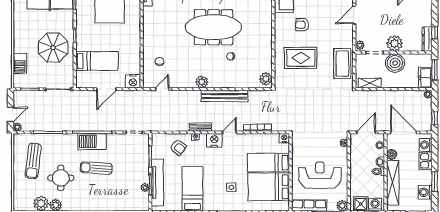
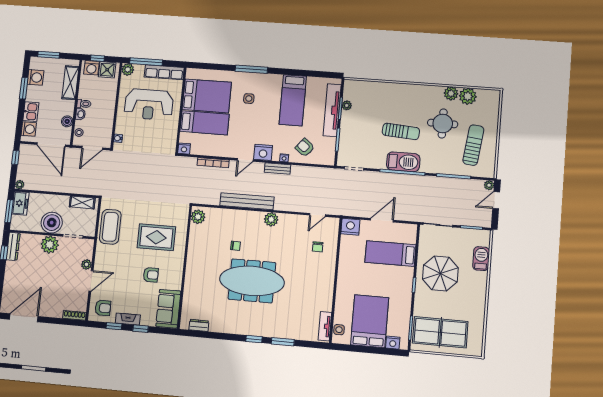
plant: (360, 45) -> (86, 264), moved
shelving: (393, 183) -> (70, 83), width x0.68

